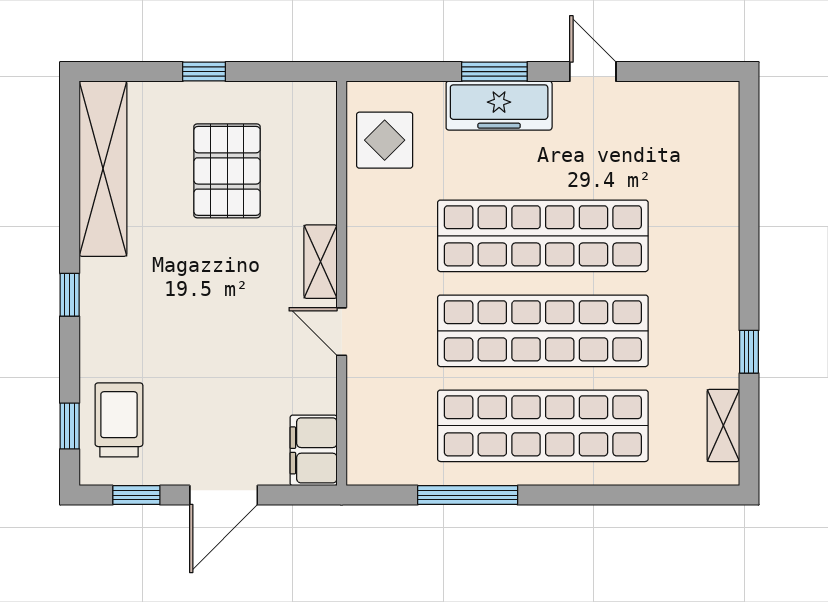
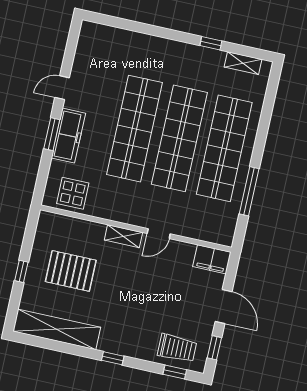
trolley: (119, 420) -> (177, 348), turned 180

